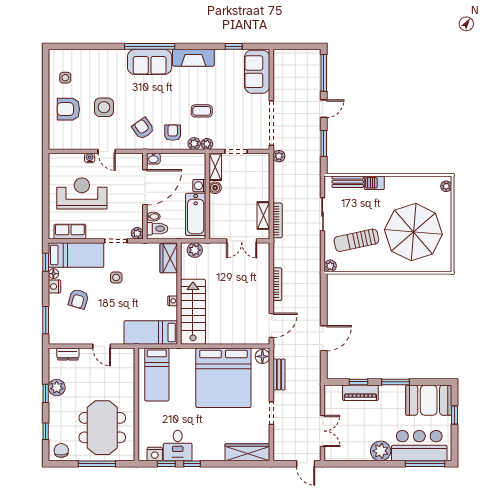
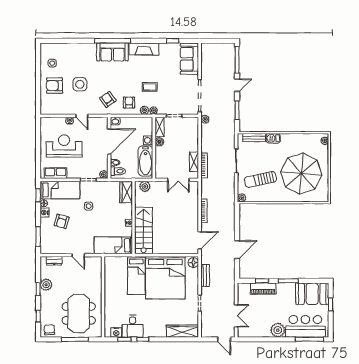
bed: (157, 374) -> (136, 275), moved

